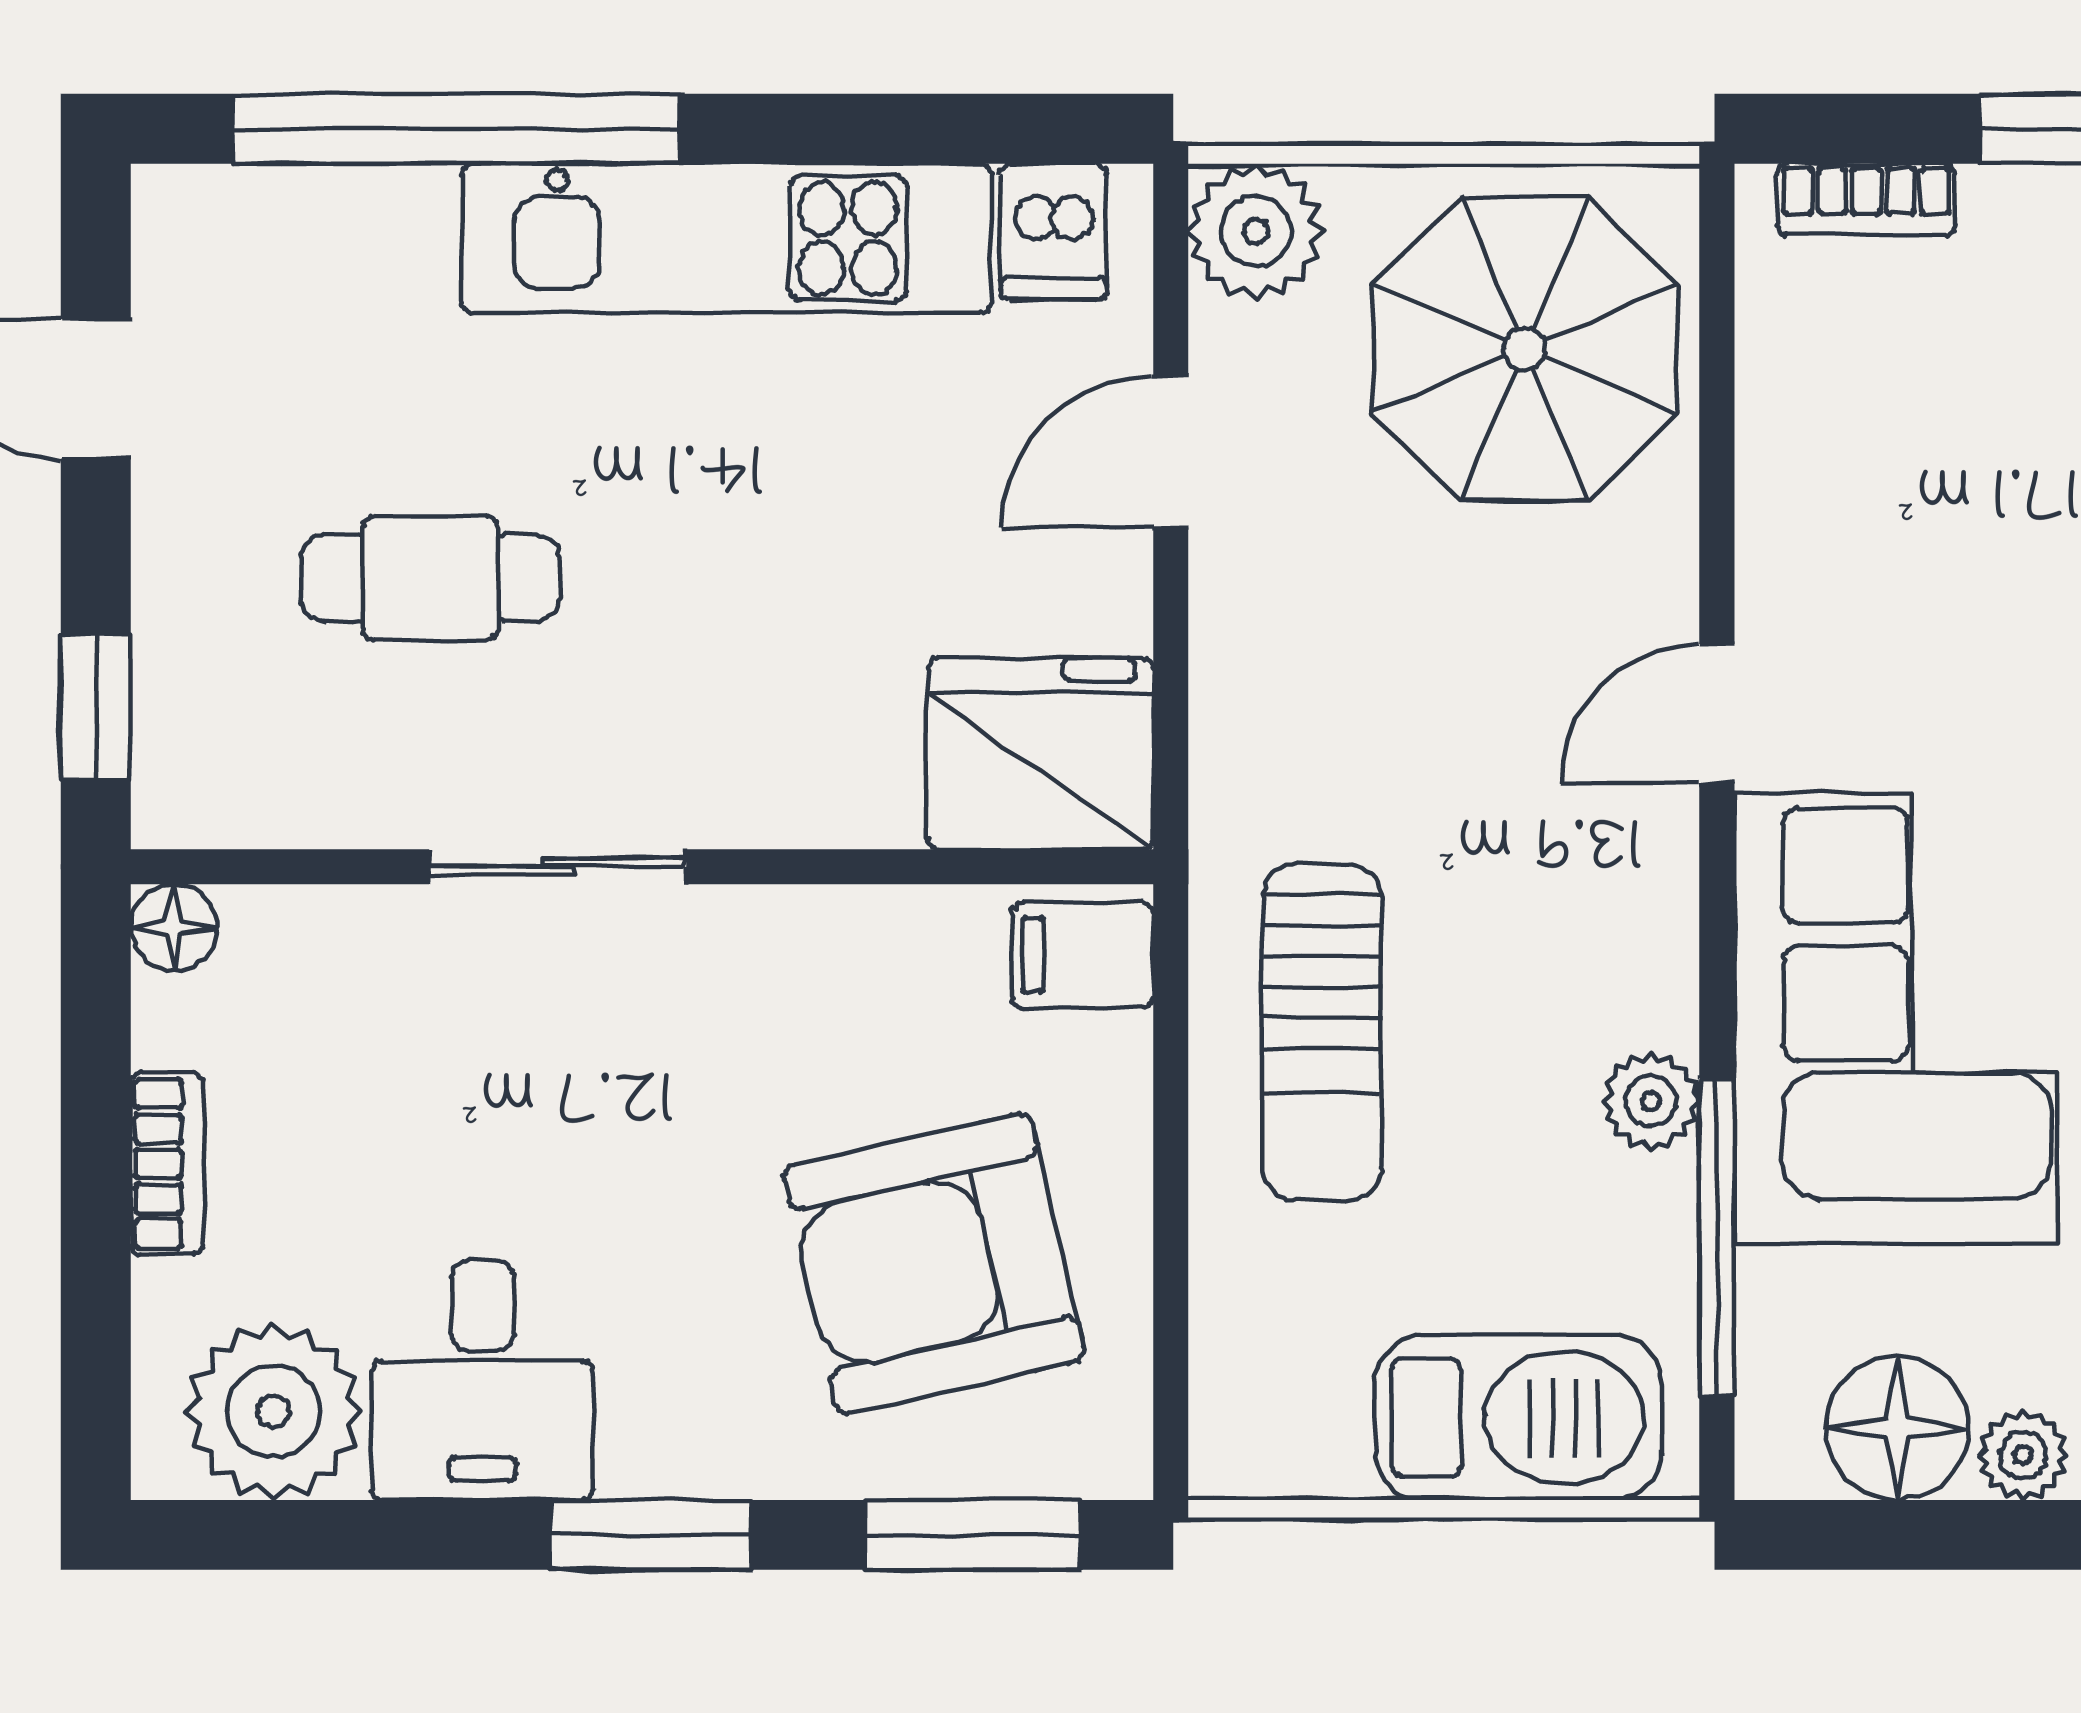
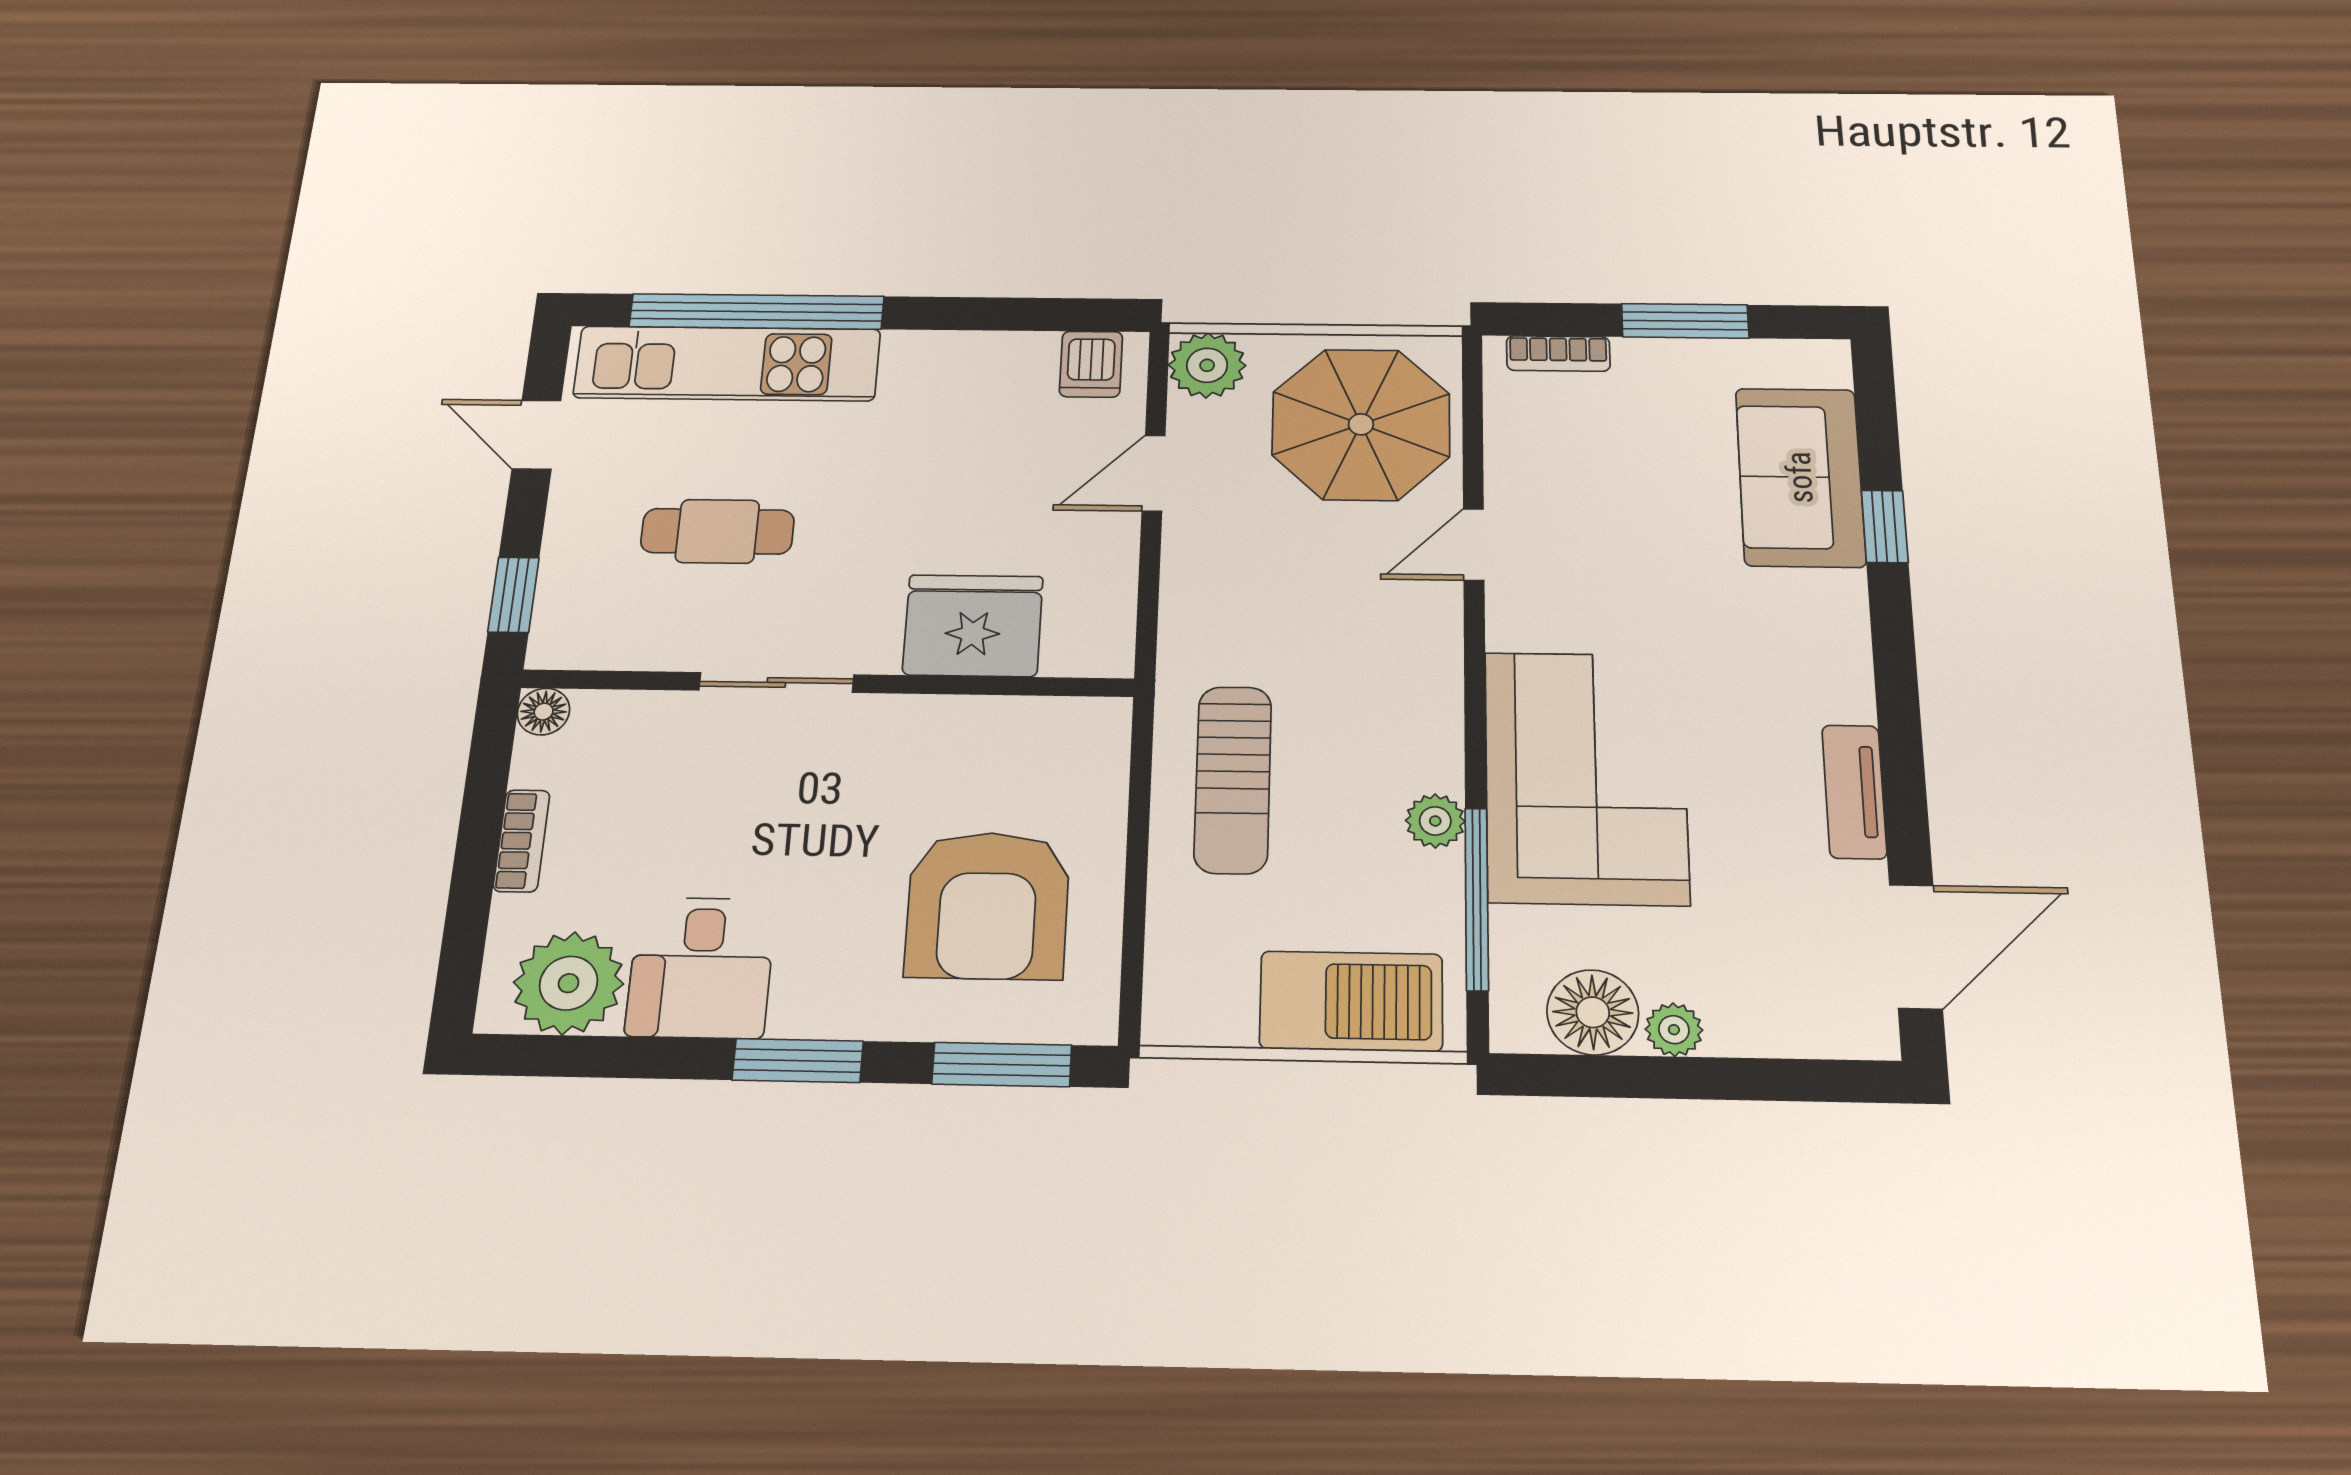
kitchen unit: (726, 238) -> (727, 363), moved
door: (1717, 714) -> (1474, 545), moved
fridge: (1040, 754) -> (973, 626), moved
filing cabinet: (1083, 955) -> (1089, 735), removed
armchair: (934, 1264) -> (988, 905), turned -77

